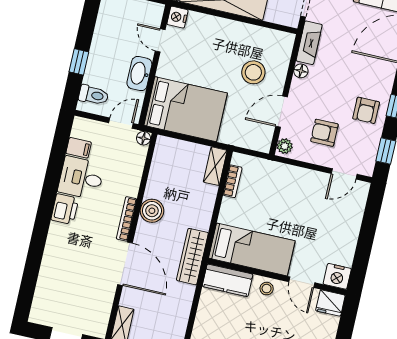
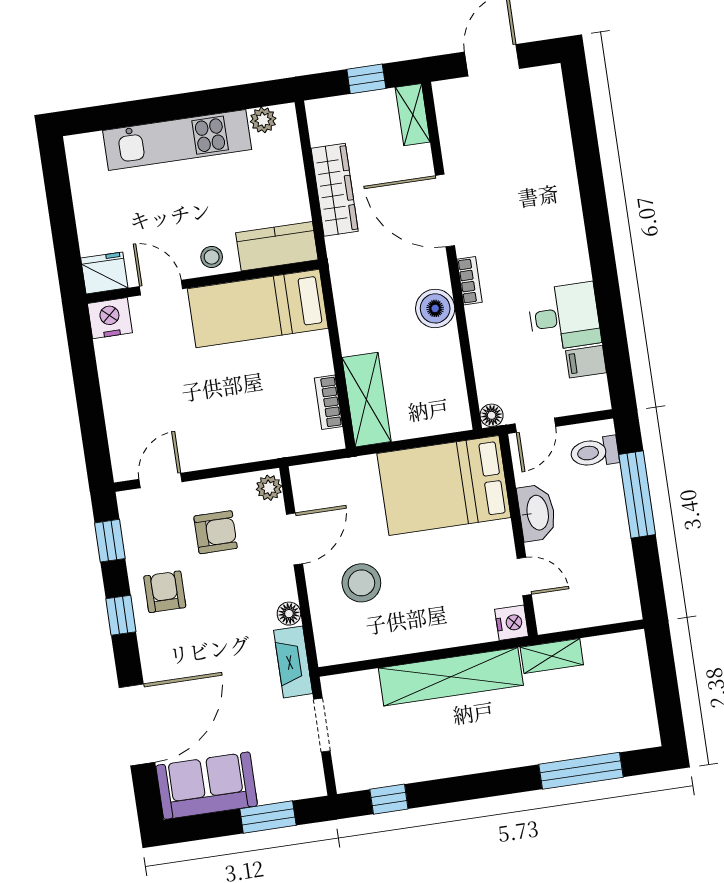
window: (79, 62) -> (637, 495), width x2.17
shelving: (215, 166) -> (366, 400), width x1.50, depth x1.33
printer: (65, 209) -> (571, 259), removed
bookcase: (127, 219) -> (470, 281), width x0.64
wardrobe: (192, 257) -> (335, 190), moved

